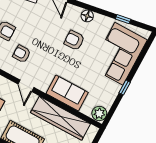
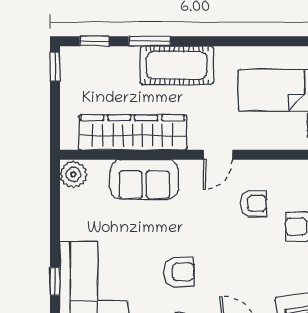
door: (26, 86) -> (218, 155), swing flipped
window: (125, 88) -> (55, 281), moved

